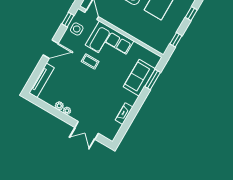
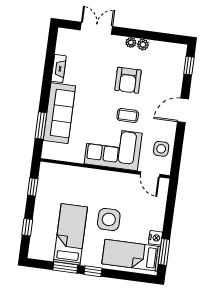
window: (68, 20) -> (189, 66), moved
sofa: (139, 78) -> (59, 113), width x1.36
tv unit: (42, 80) -> (178, 67), removed
armchair: (80, 86) -> (128, 80), added

